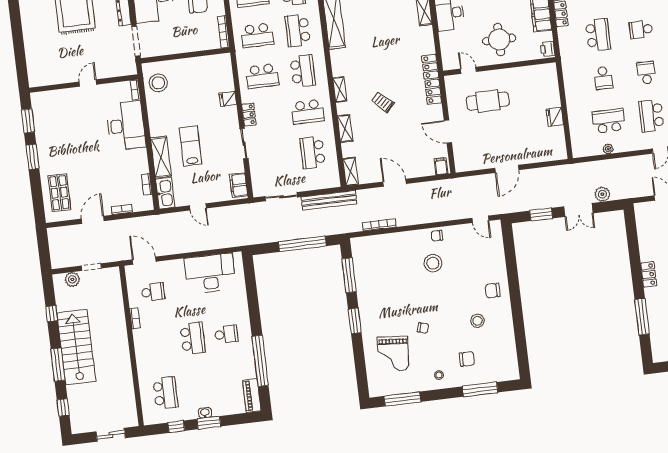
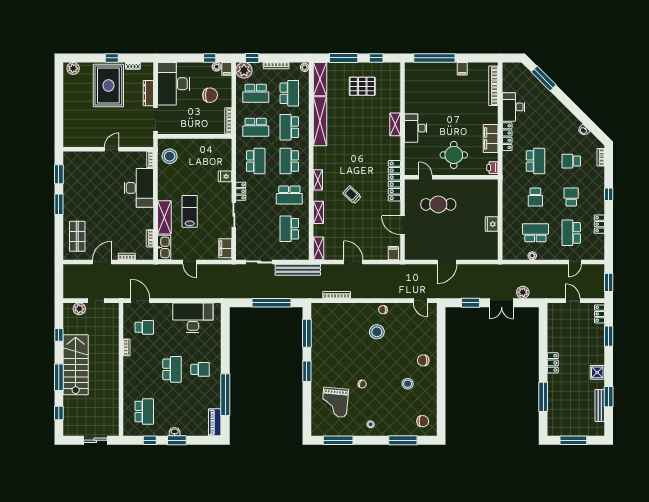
school desk: (303, 71) -> (289, 161), turned 180
school desk: (262, 76) -> (256, 161), turned -90
chair: (467, 359) -> (423, 421), moved

